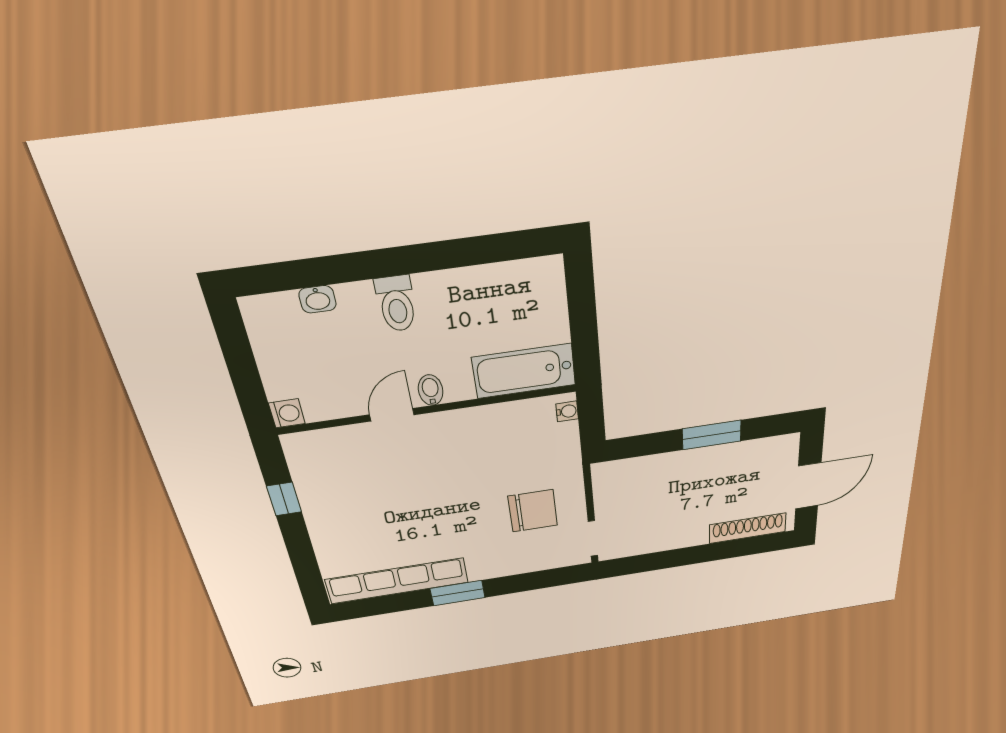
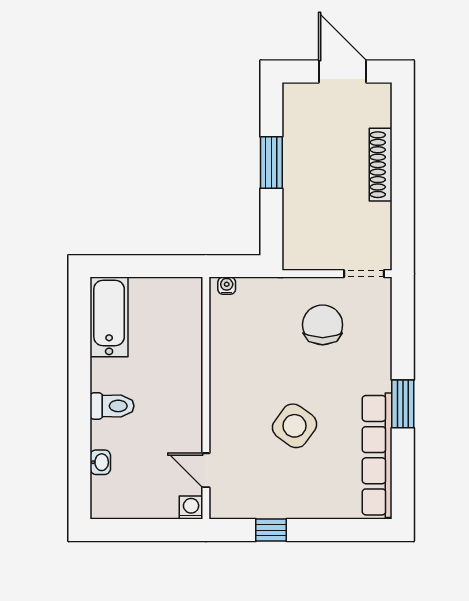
bathtub: (524, 371) -> (109, 317), moved, turned 180
bidet: (431, 390) -> (189, 393), removed
door: (392, 415) -> (206, 470), moved
side table: (413, 503) -> (295, 426), added
shoe rack: (748, 528) -> (381, 165), moved

